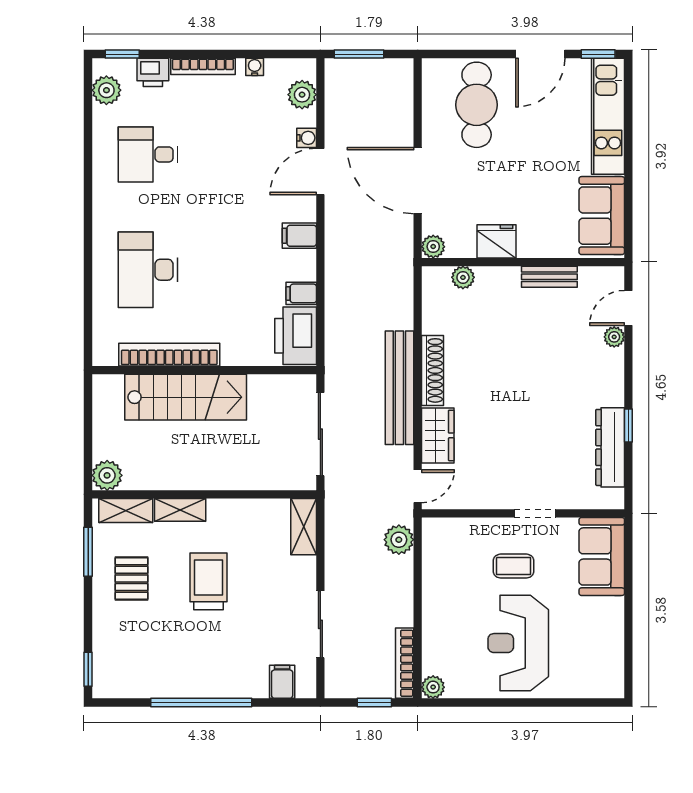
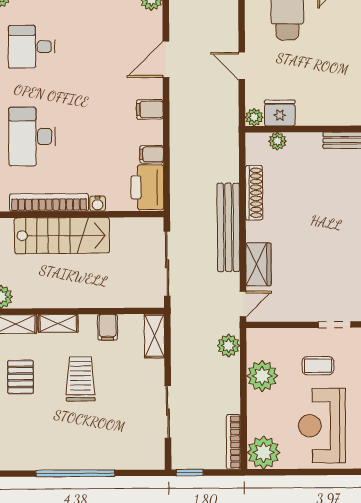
water cooler: (307, 138) -> (98, 204), moved, turned 90
door: (418, 181) -> (242, 66), width x0.53
fridge: (496, 241) -> (280, 113), moved
shoe rack: (433, 370) -> (254, 193), moved
plant: (442, 579) -> (262, 376), added
filing cabinet: (282, 682) -> (108, 327), moved, turned 180
plant: (433, 687) -> (264, 452), width x1.88, depth x1.88
window: (374, 702) -> (190, 473), moved

